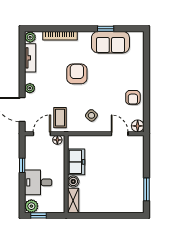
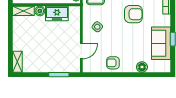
floor lamp: (138, 126) -> (142, 67), moved
window: (146, 189) -> (59, 75), moved
shelving: (132, 207) -> (17, 62), added

